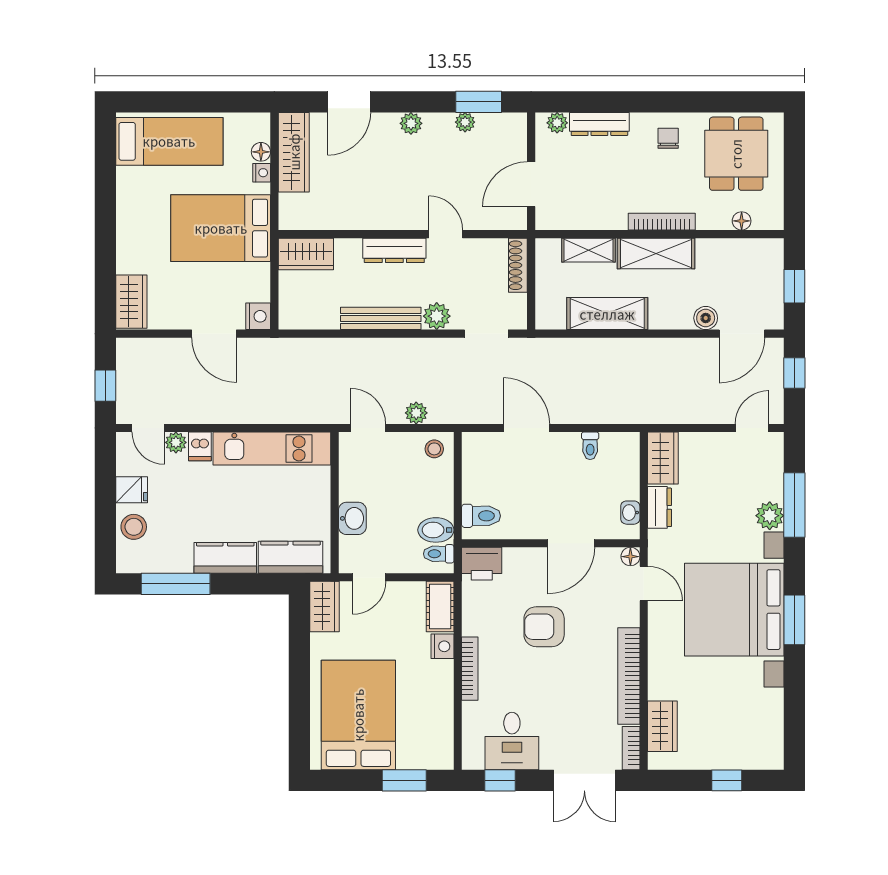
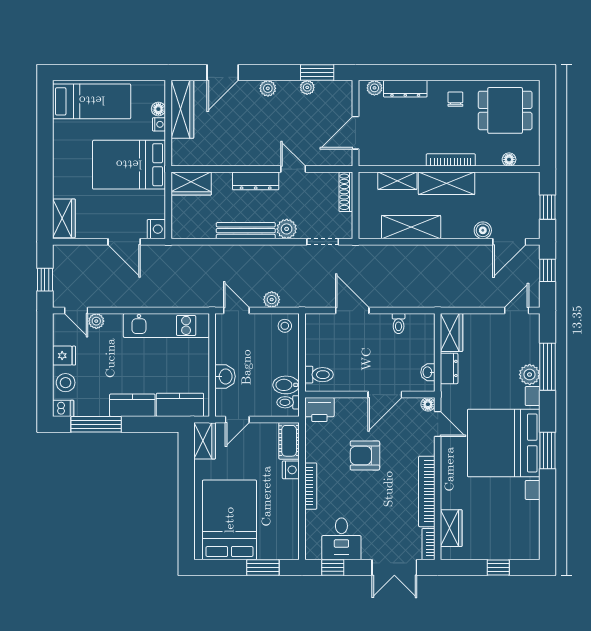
dining table: (736, 154) -> (505, 110), turned 90
dishwasher: (200, 446) -> (63, 408), moved, turned -90

